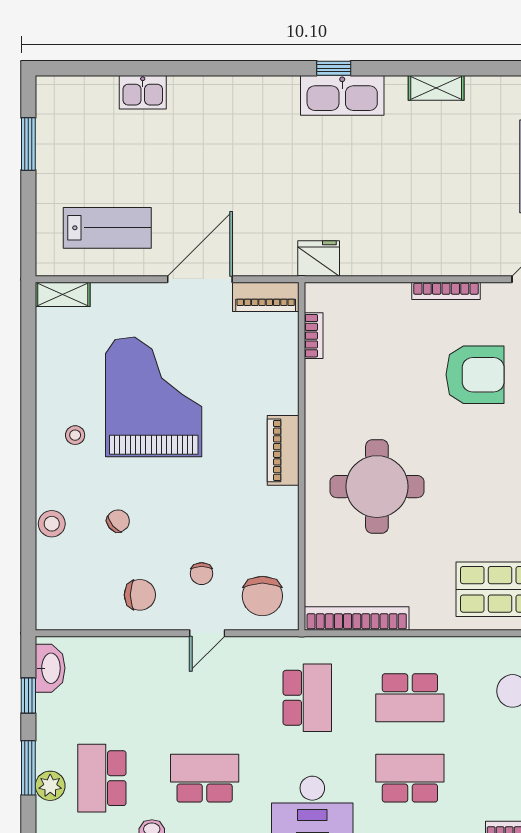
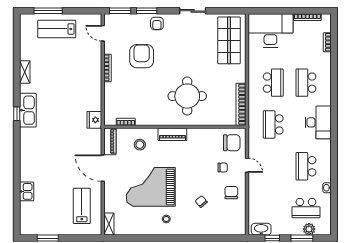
stool: (52, 524) -> (140, 145), moved
school desk: (307, 698) -> (273, 124), turned -90

